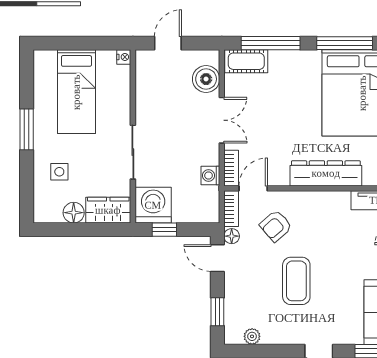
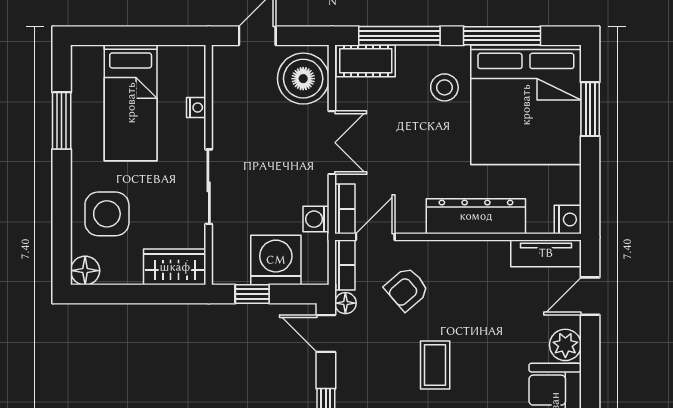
nightstand: (124, 57) -> (196, 107), moved
boiler: (206, 79) -> (303, 79), width x1.37, depth x1.37
stool: (303, 80) -> (444, 87), added
window: (27, 129) -> (62, 121), moved
side table: (59, 172) -> (107, 214), width x1.87, depth x1.87
washing machine: (153, 205) -> (276, 260), moved
floor lamp: (74, 213) -> (85, 271), moved
coffee table: (296, 281) -> (435, 365), width x0.73, depth x0.77

